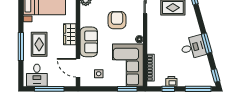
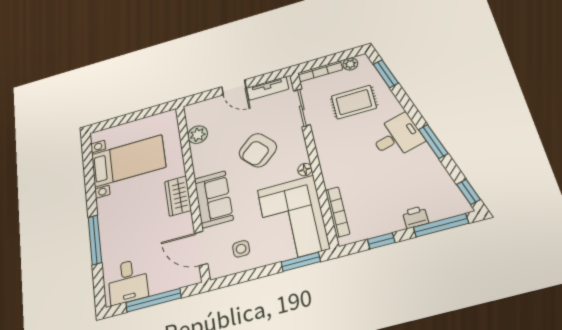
armchair: (117, 20) -> (258, 150), turned -132
rug: (39, 44) -> (126, 227), removed
desk: (193, 47) -> (397, 137), moved
printer: (171, 81) -> (415, 217), moved

